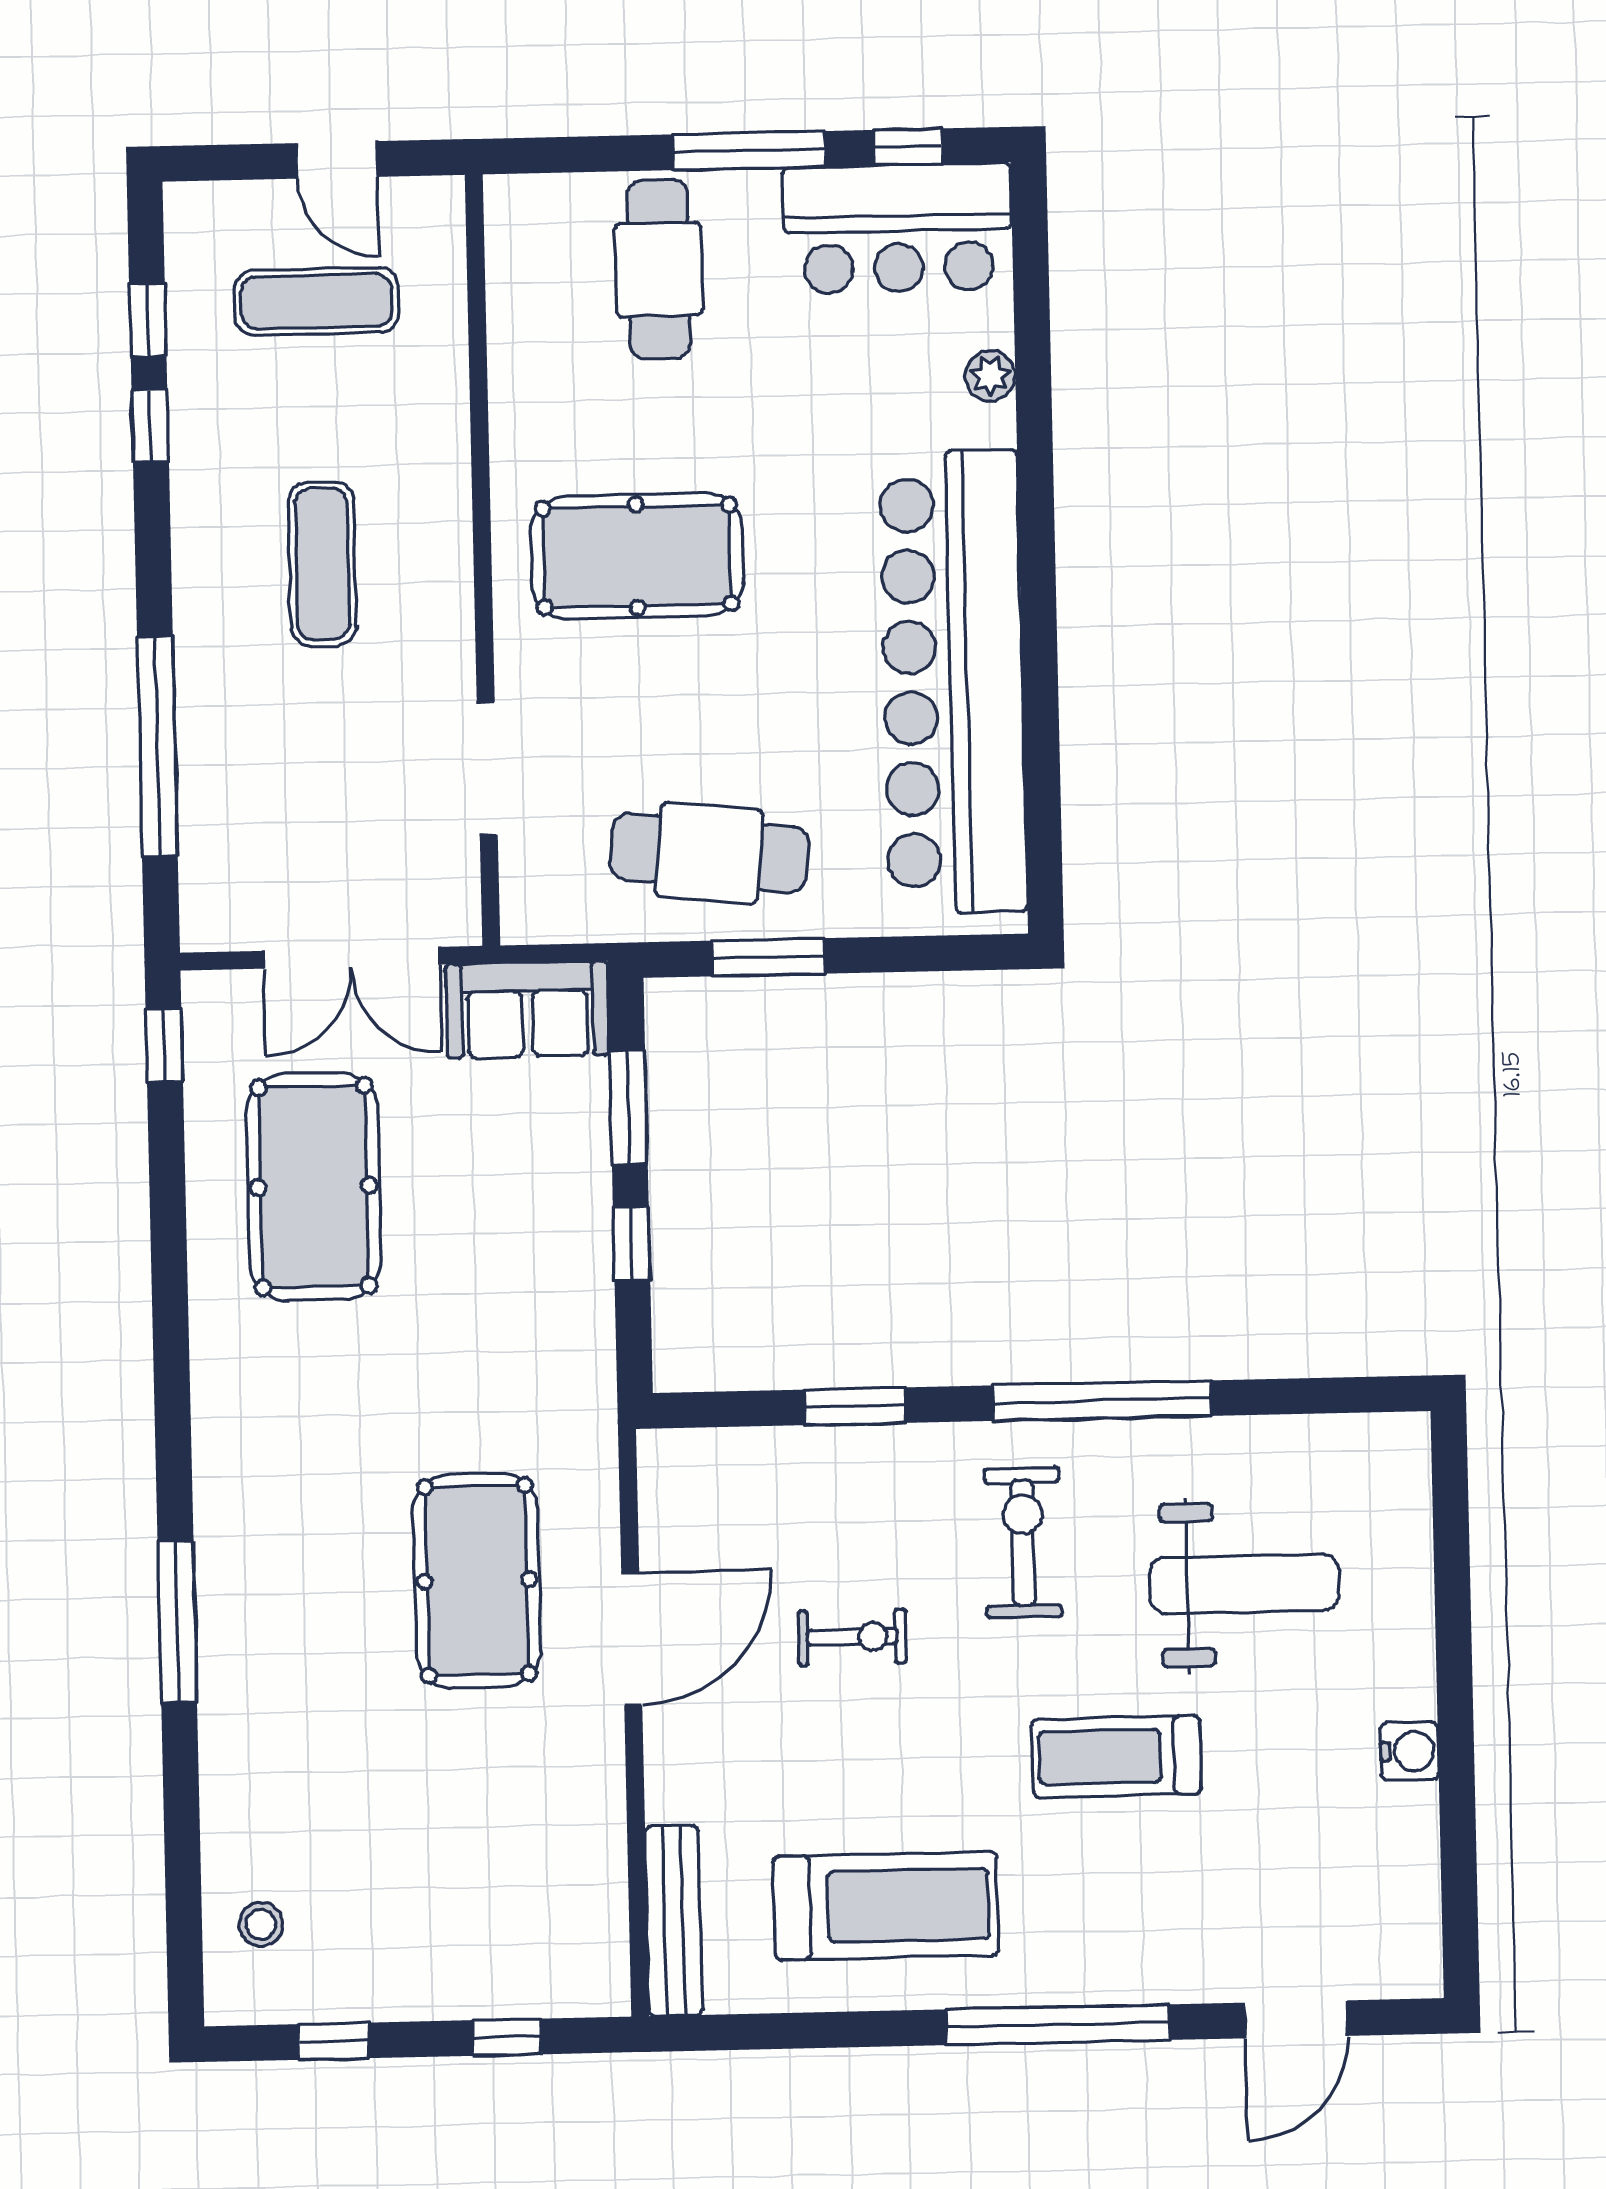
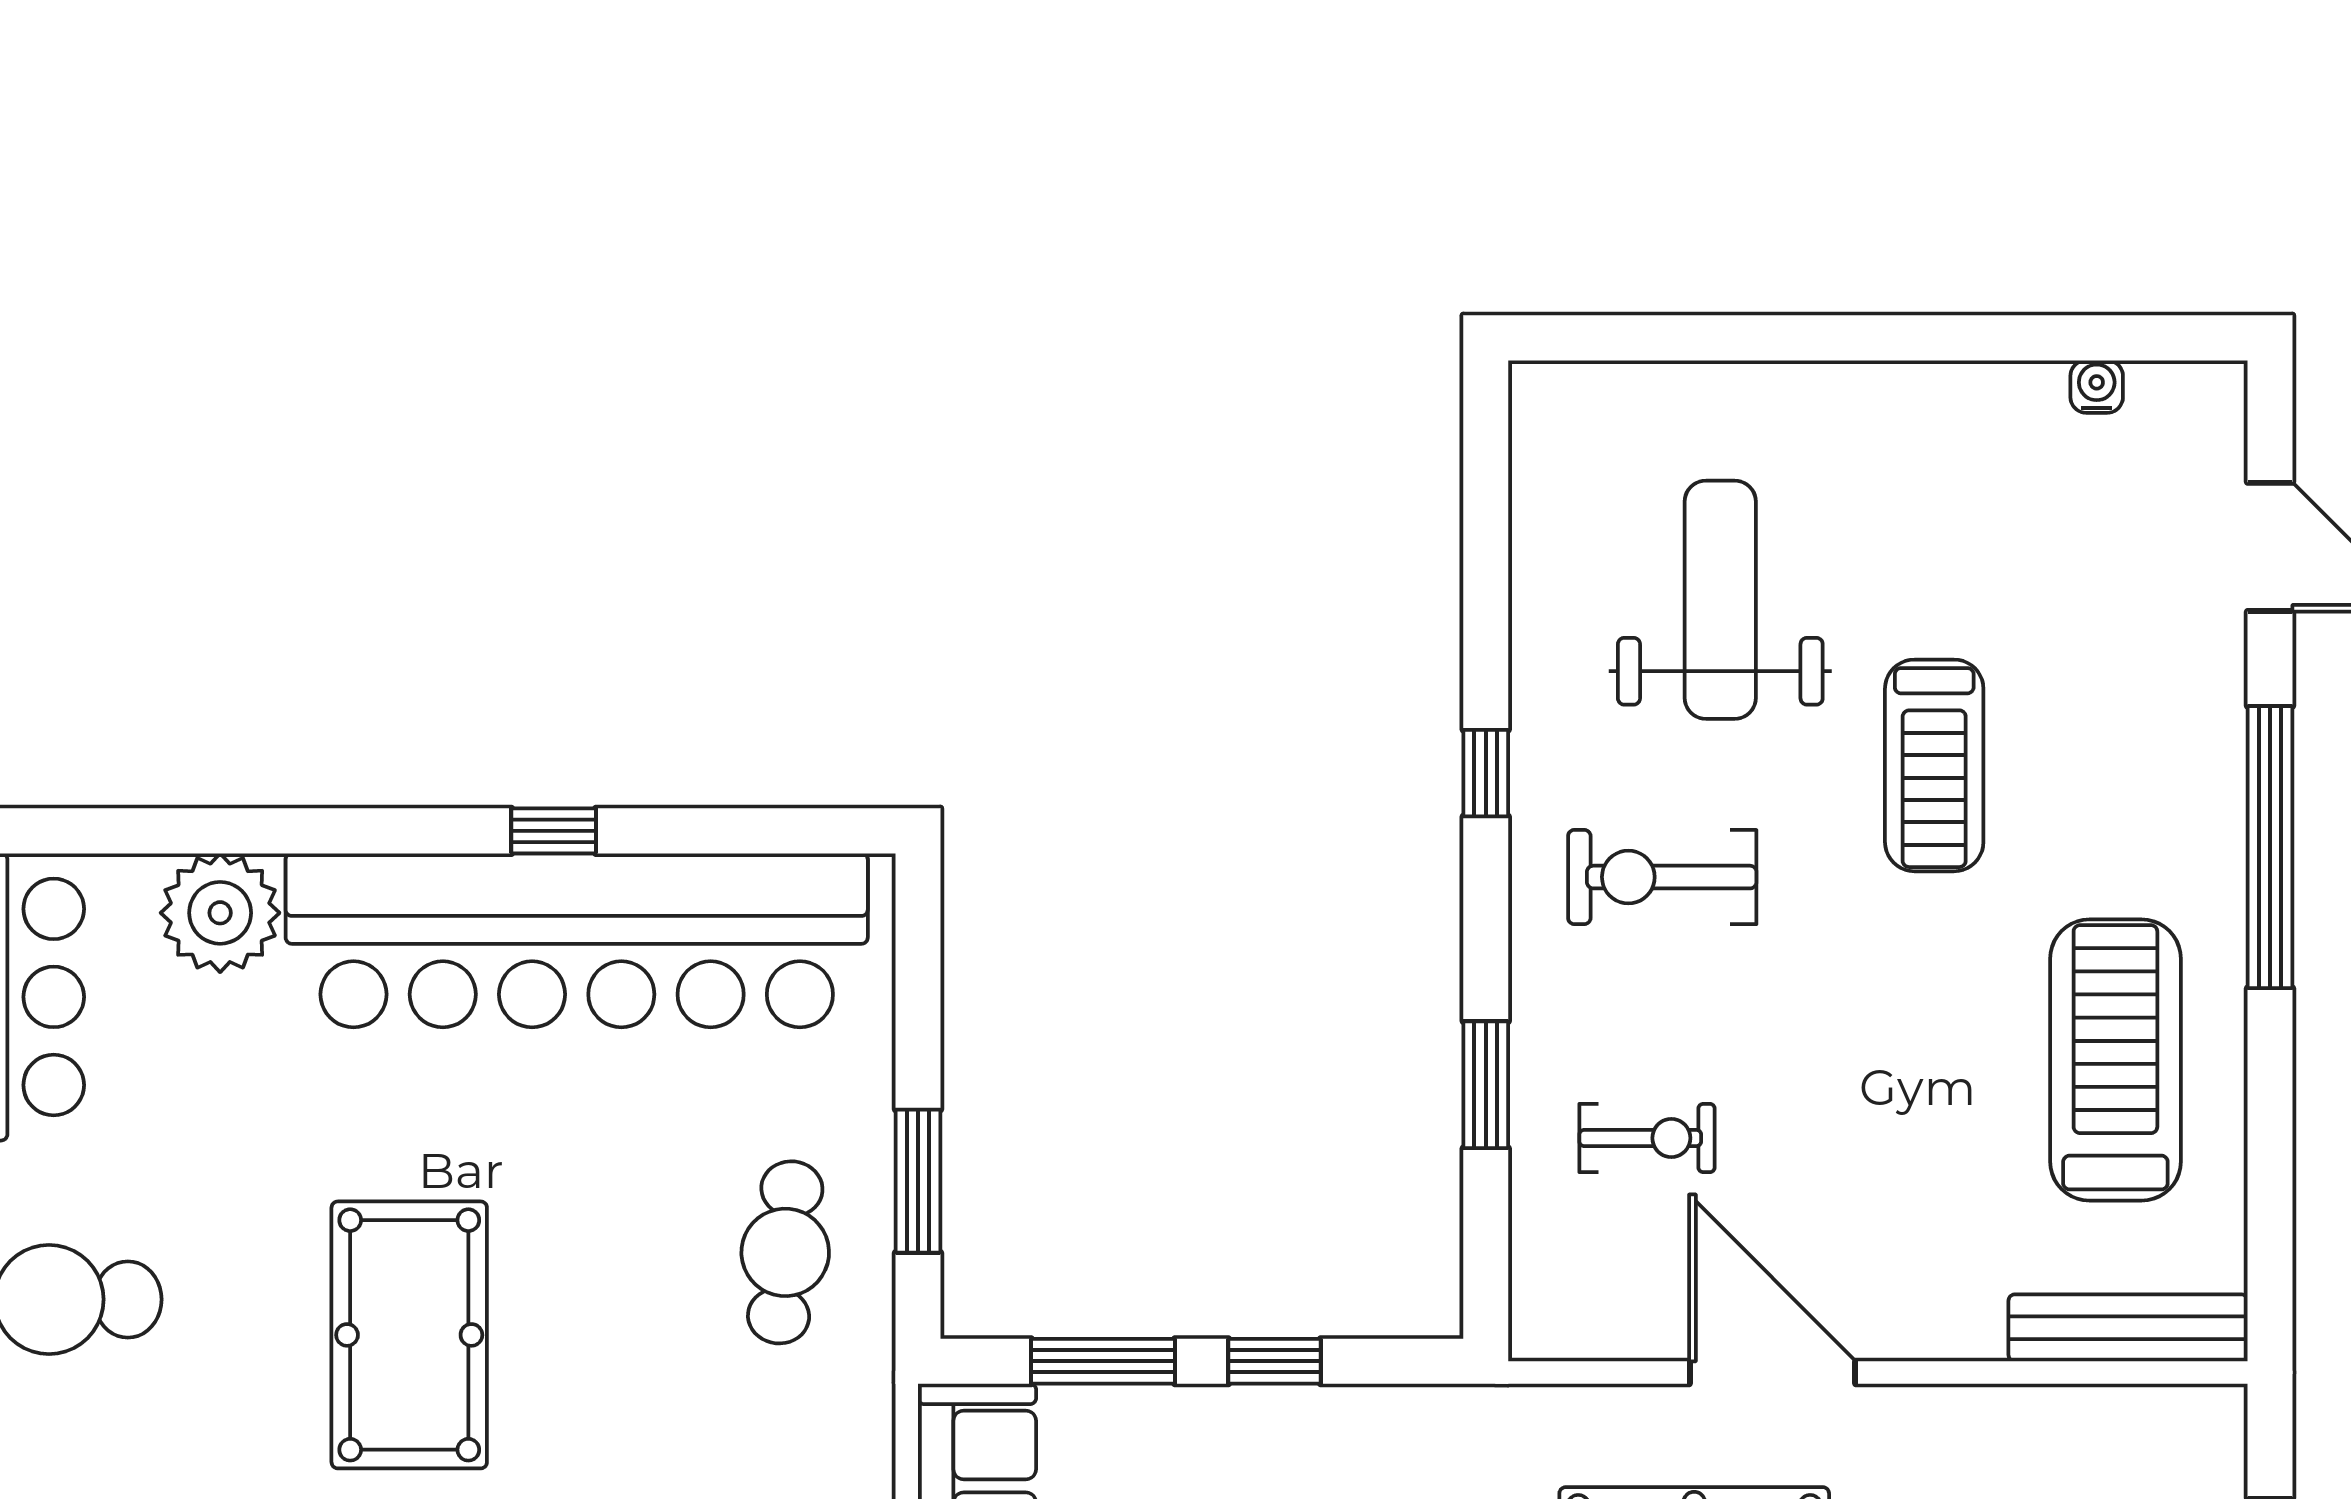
plant: (990, 376) -> (220, 913), width x1.87, depth x1.87
window: (1040, 662) -> (554, 831), added
cafe table: (709, 853) -> (785, 1252), width x0.73, depth x0.74
window: (1102, 1401) -> (1486, 773), width x0.32
exercise bike: (852, 1637) -> (1647, 1138), moved, turned 90
water cooler: (1409, 1751) -> (2097, 387), moved, width x0.72, depth x0.72

